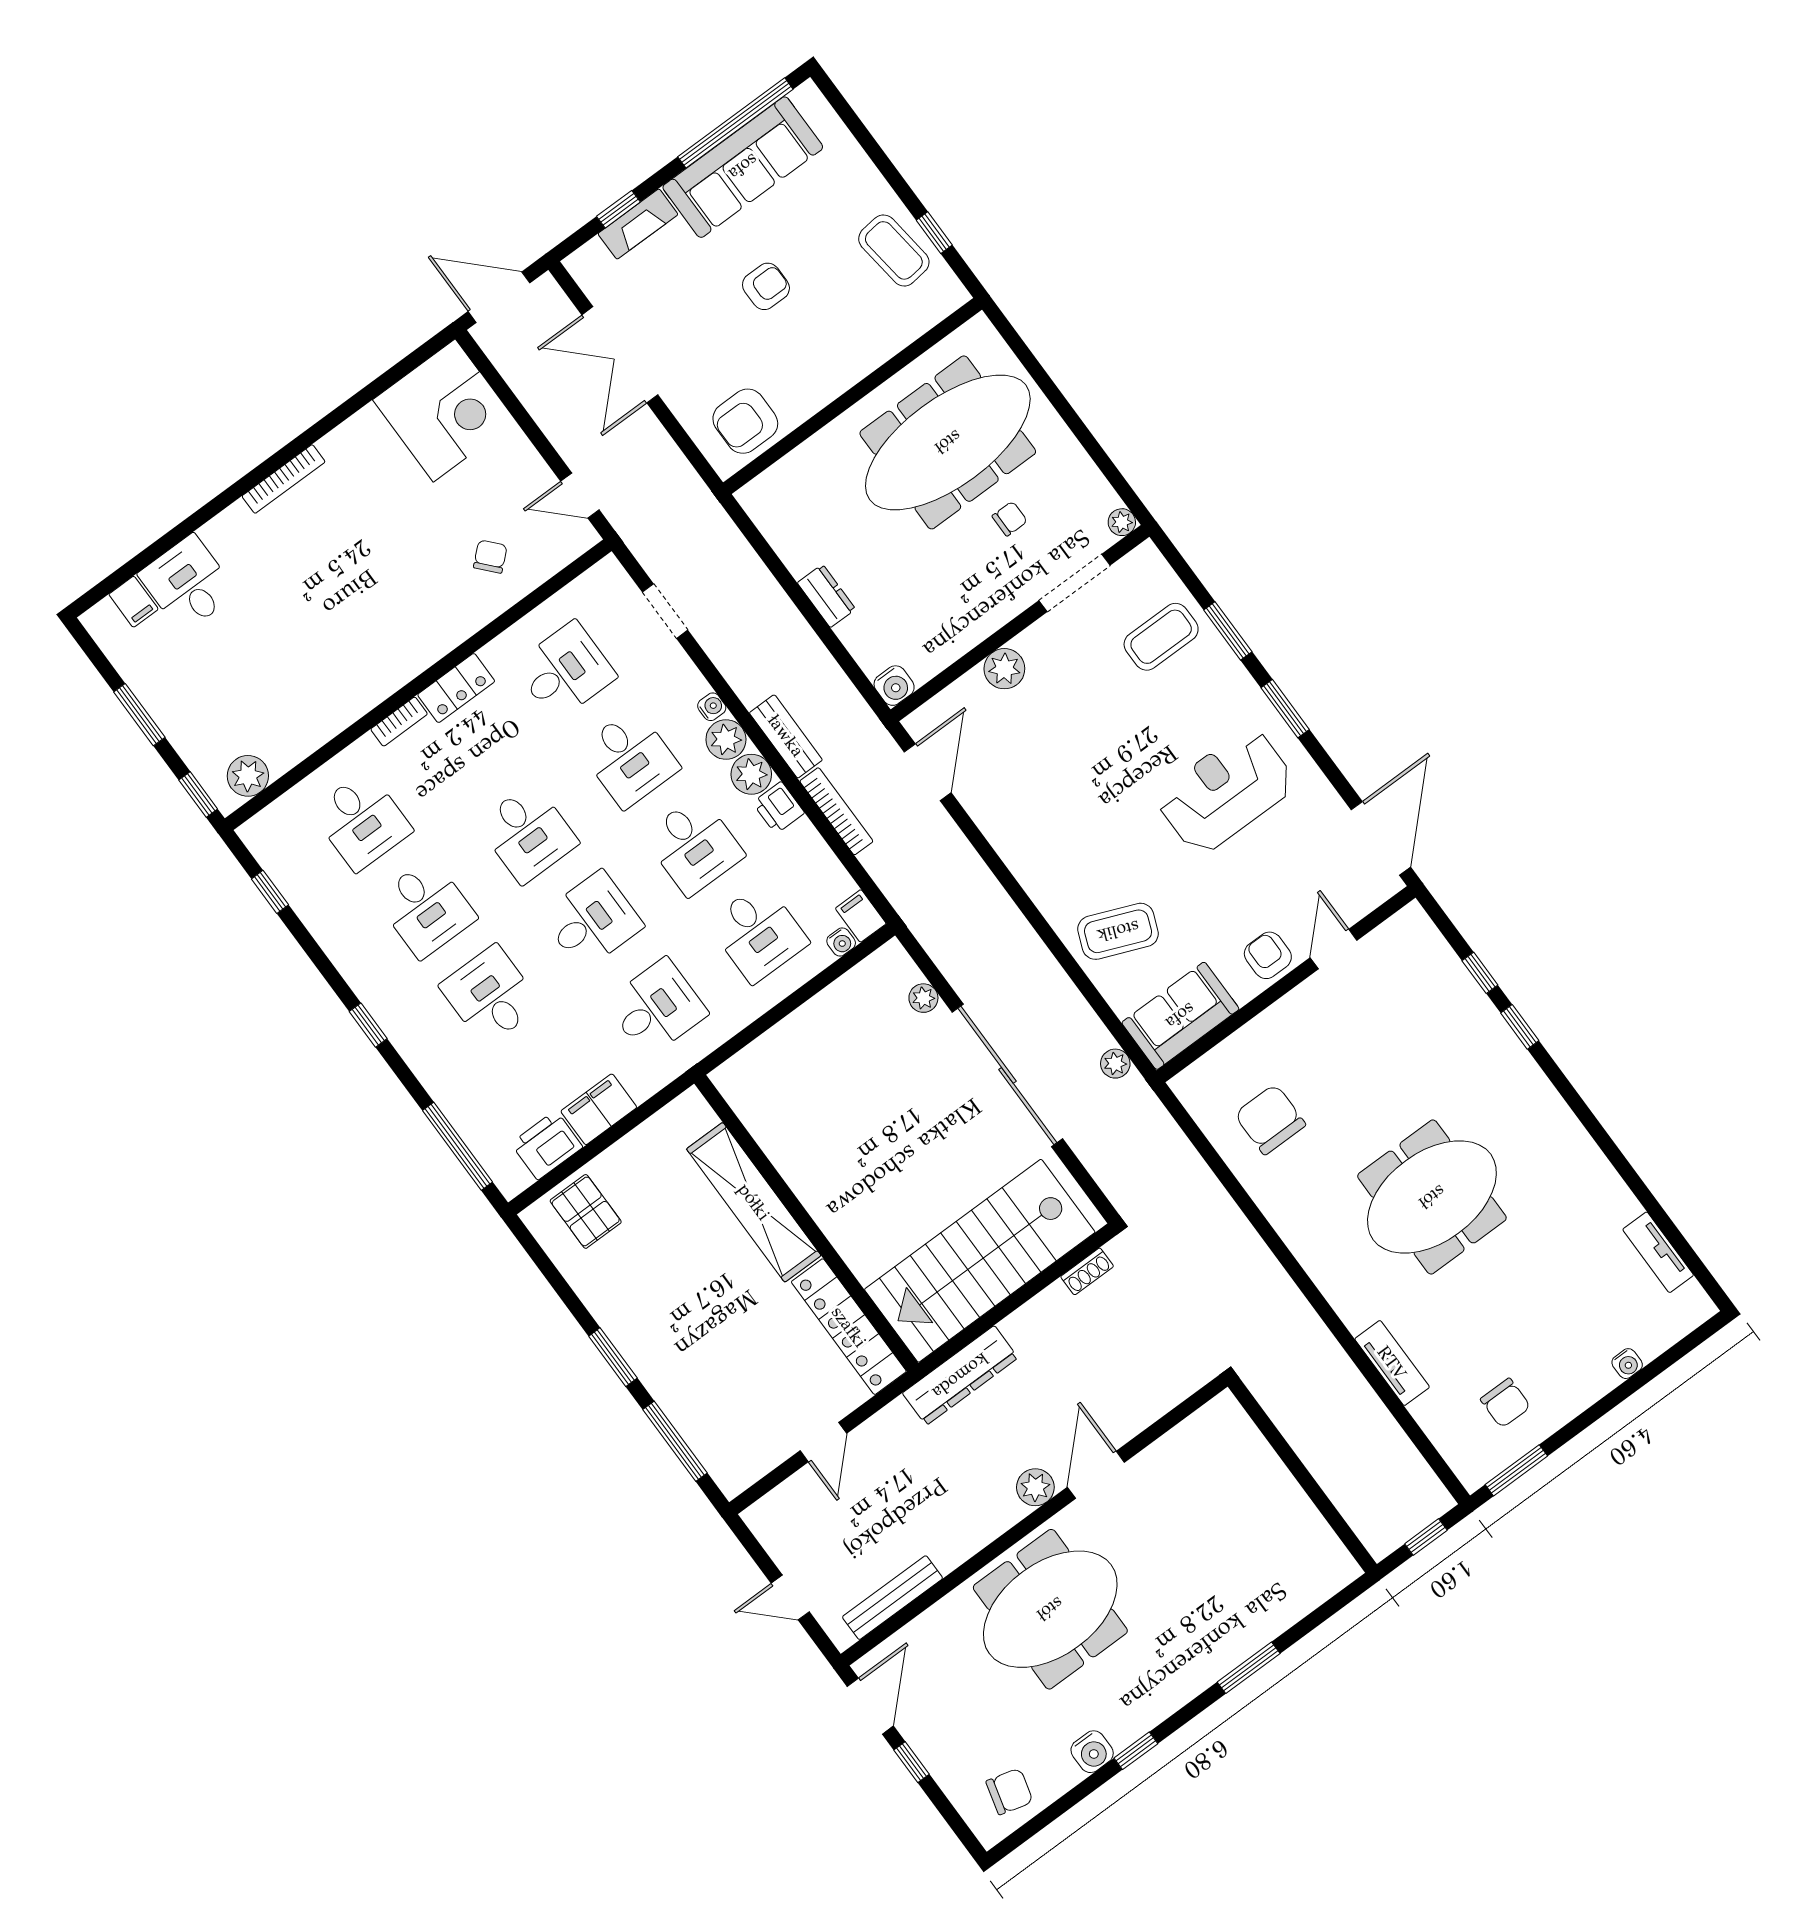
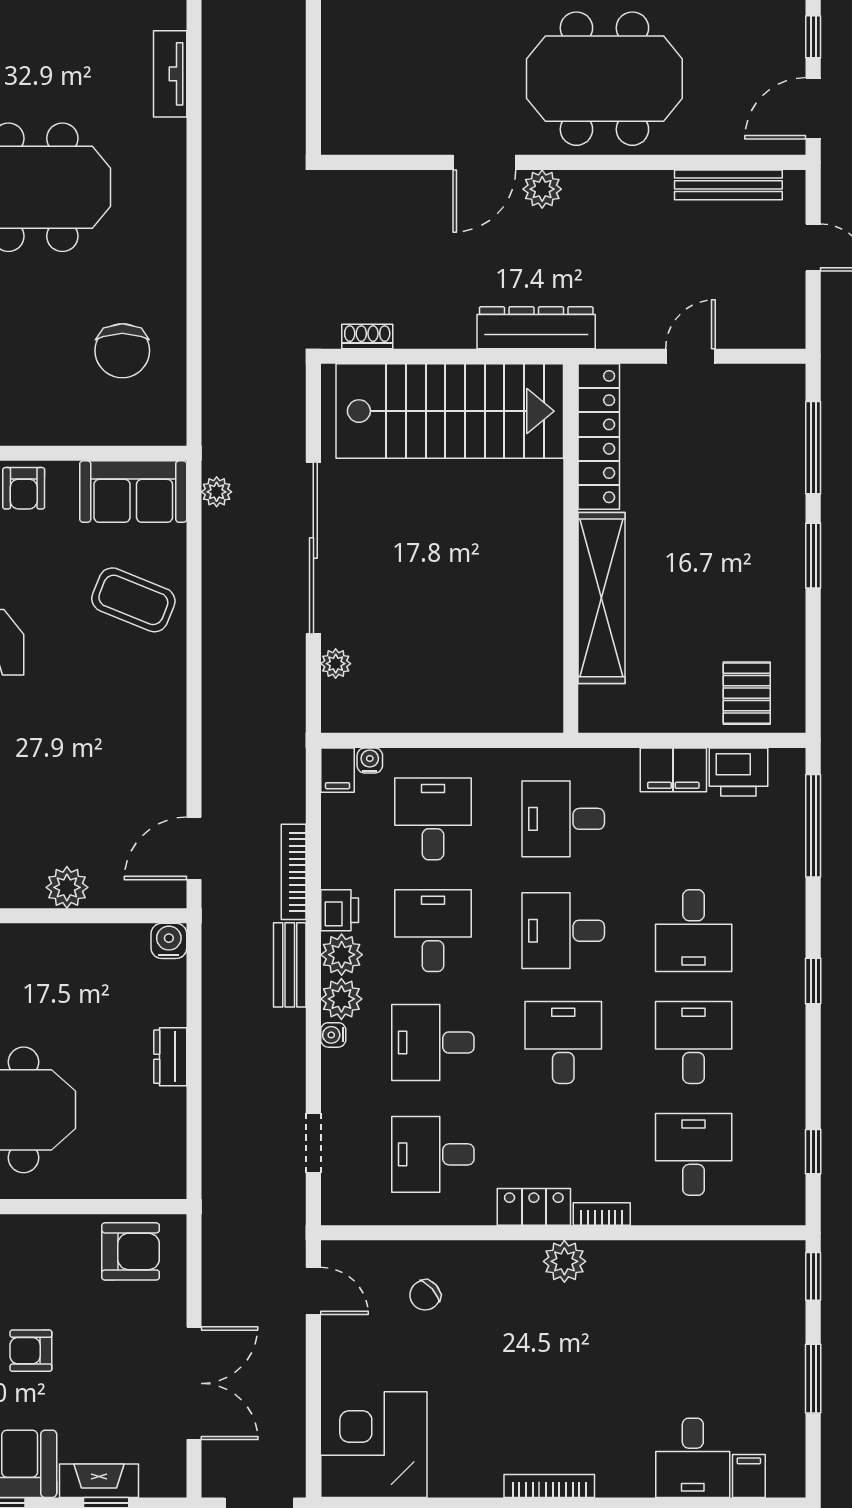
desk: (629, 758) -> (433, 1043), turned -90
plant: (248, 776) -> (564, 1261), moved

